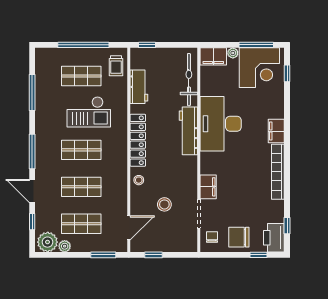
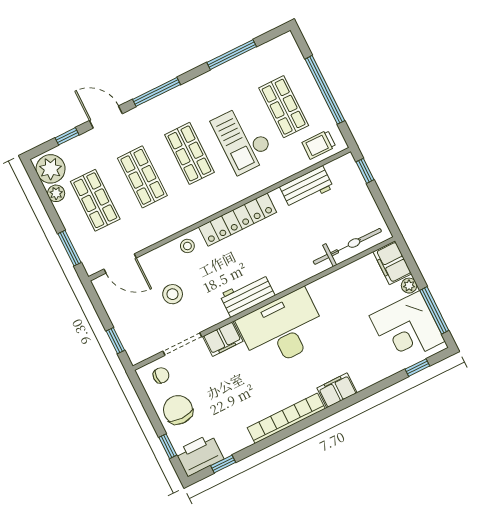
desk: (221, 124) -> (282, 329), moved
workbench: (188, 131) -> (247, 295), moved, width x0.73
door: (32, 191) -> (106, 117), hinge flipped
window: (153, 255) -> (115, 341), moved

